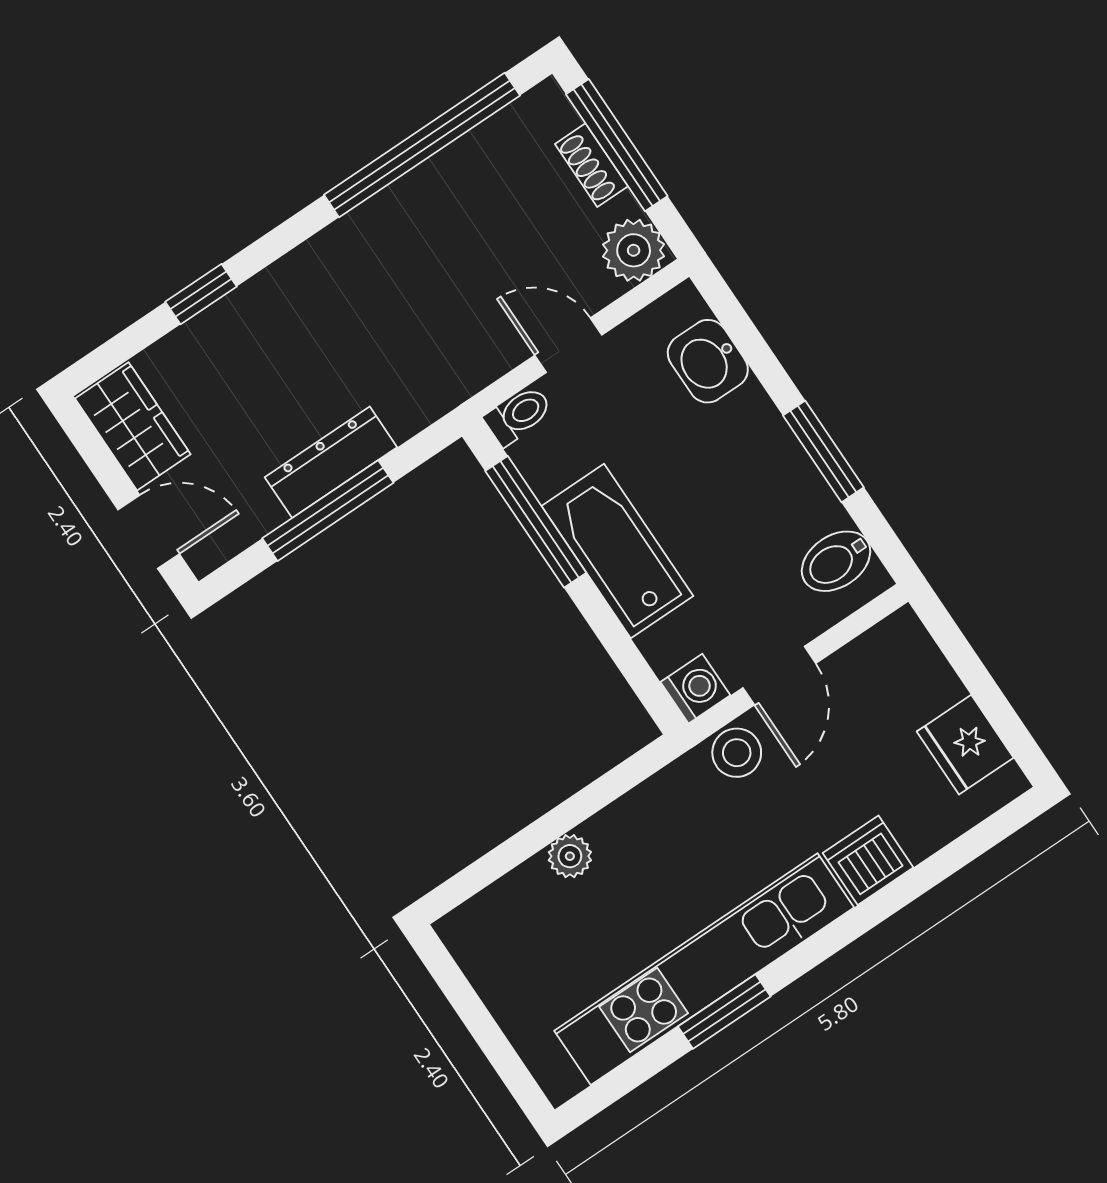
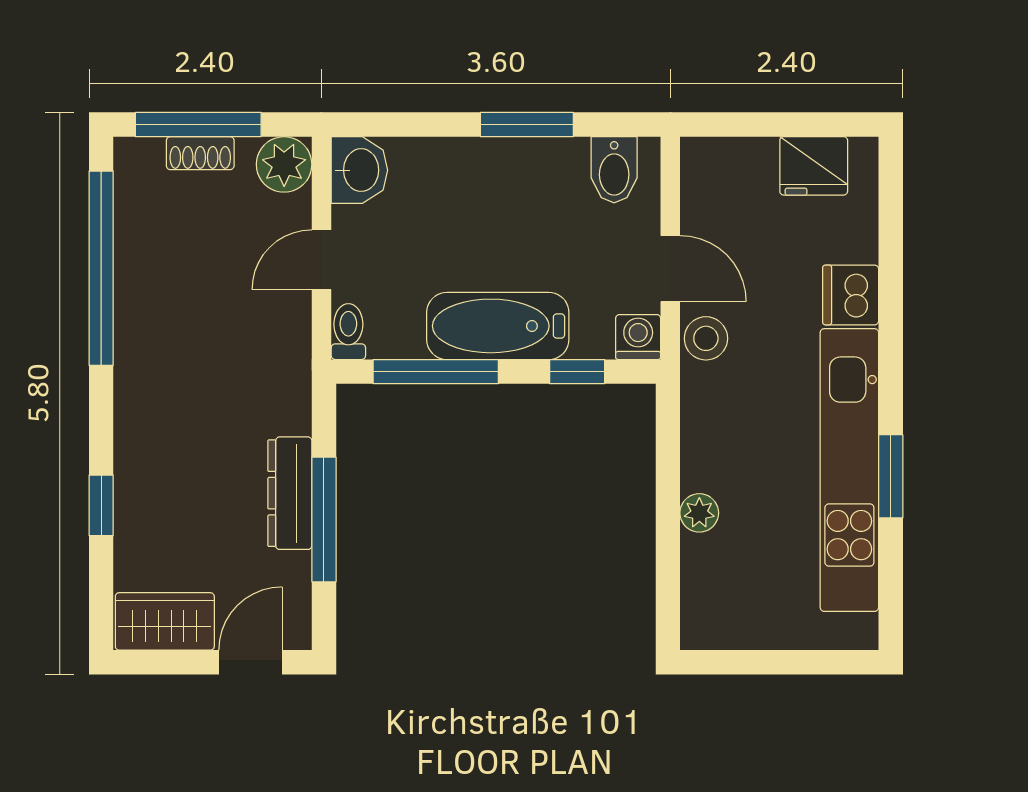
washbasin: (708, 361) -> (359, 170), moved, turned -90
window: (625, 654) -> (577, 372), added

